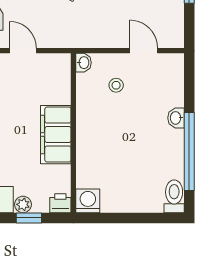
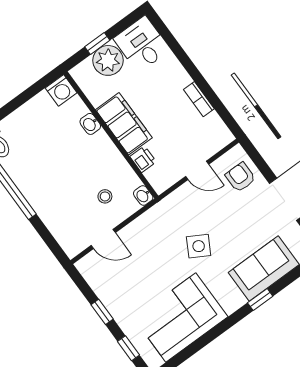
washbasin: (176, 118) -> (90, 124), moved, turned 180
printer: (60, 203) -> (143, 159), moved, turned -90
plant: (23, 204) -> (108, 60), width x1.88, depth x1.88

